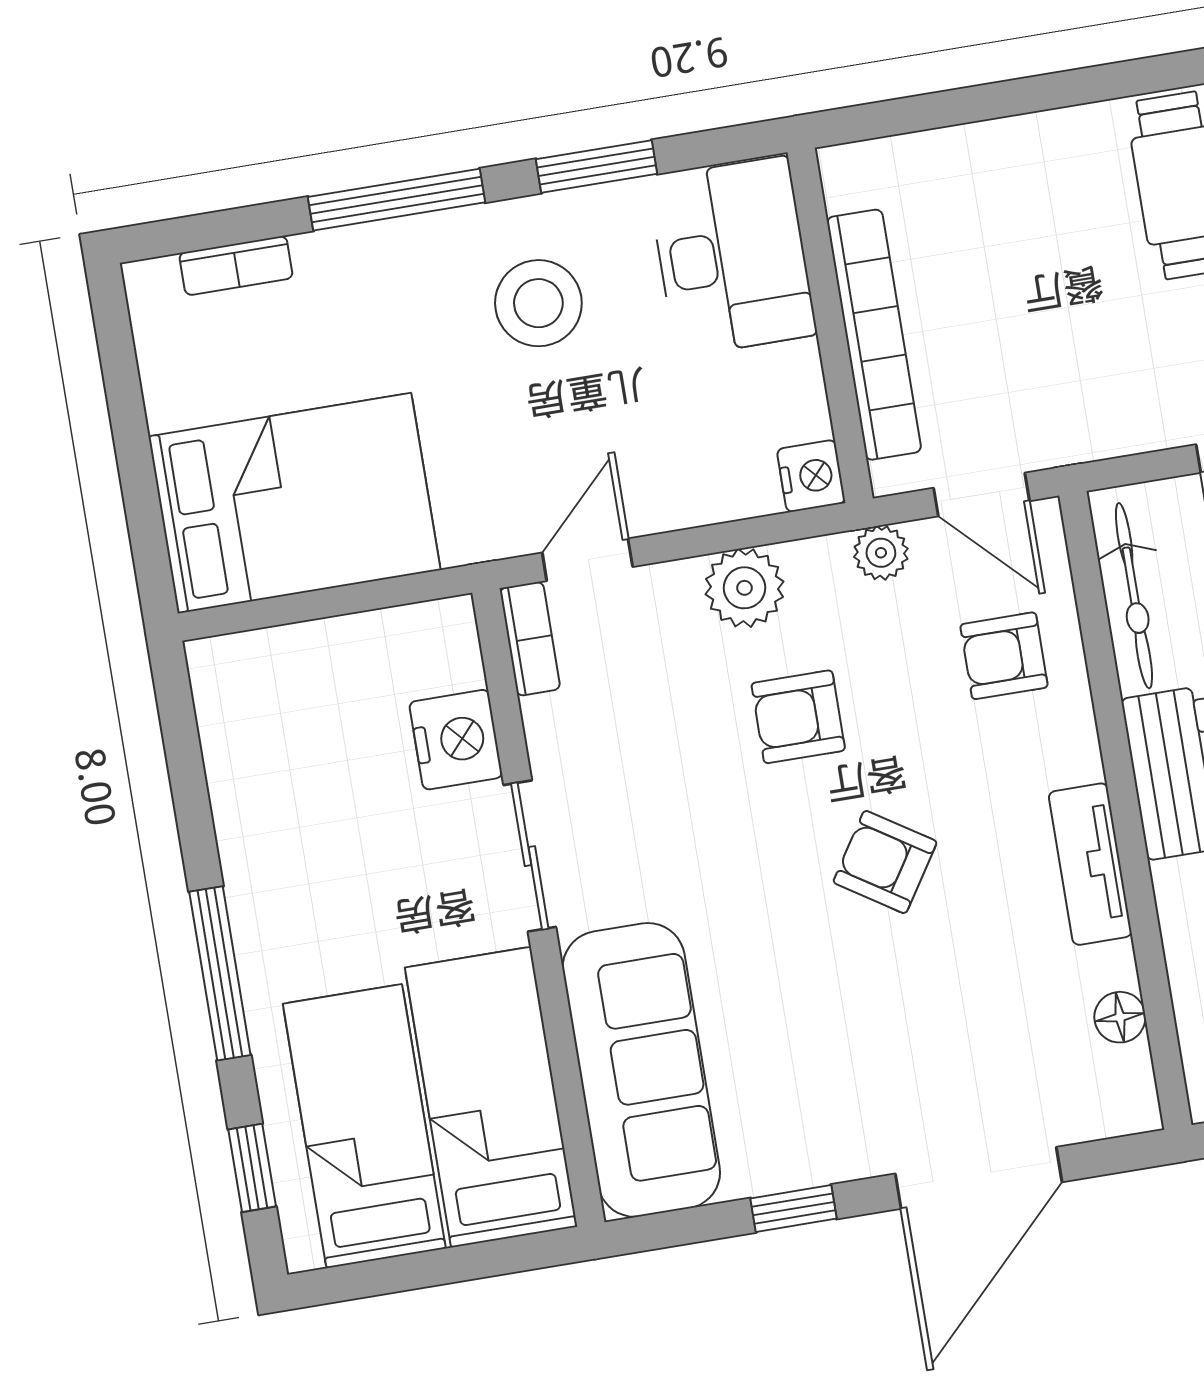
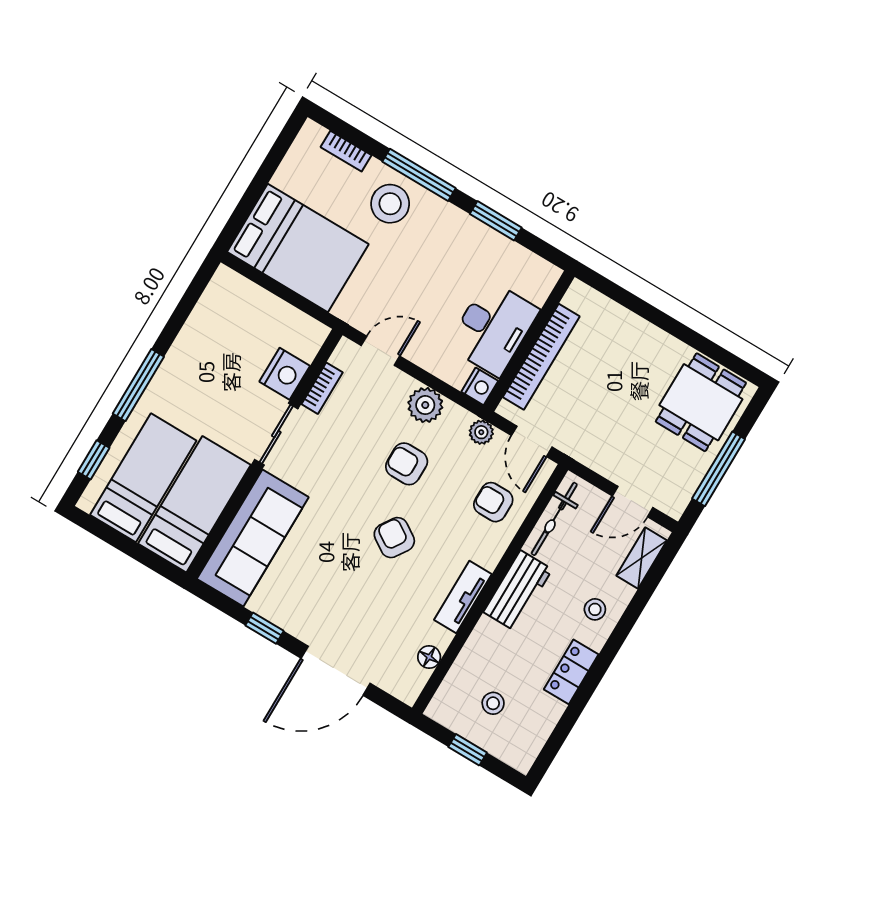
desk: (732, 256) -> (493, 328), moved
stool: (538, 303) -> (390, 204), moved
bookcase: (530, 639) -> (322, 388), moved

